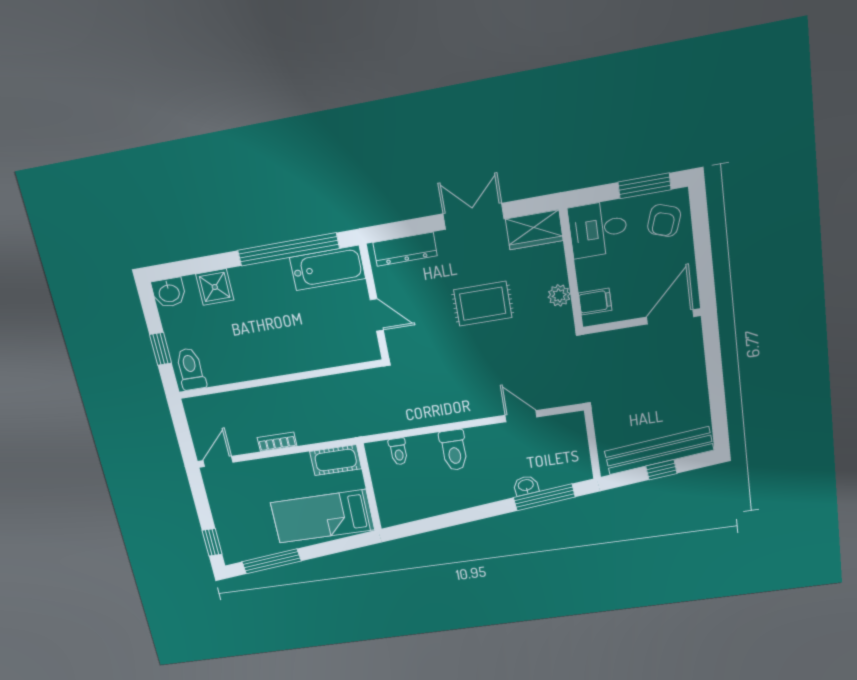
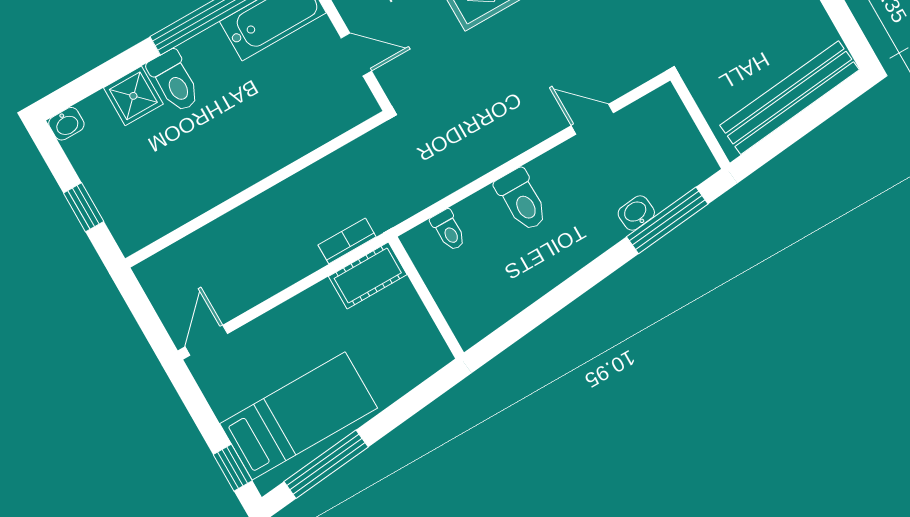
washbasin: (169, 293) -> (66, 124), width x0.72, depth x0.69
toilet: (191, 369) -> (174, 81), moved, turned 180
bookcase: (277, 442) -> (347, 241), moved
window: (661, 470) -> (804, 122), removed
bed: (322, 516) -> (299, 416), moved, turned 180

